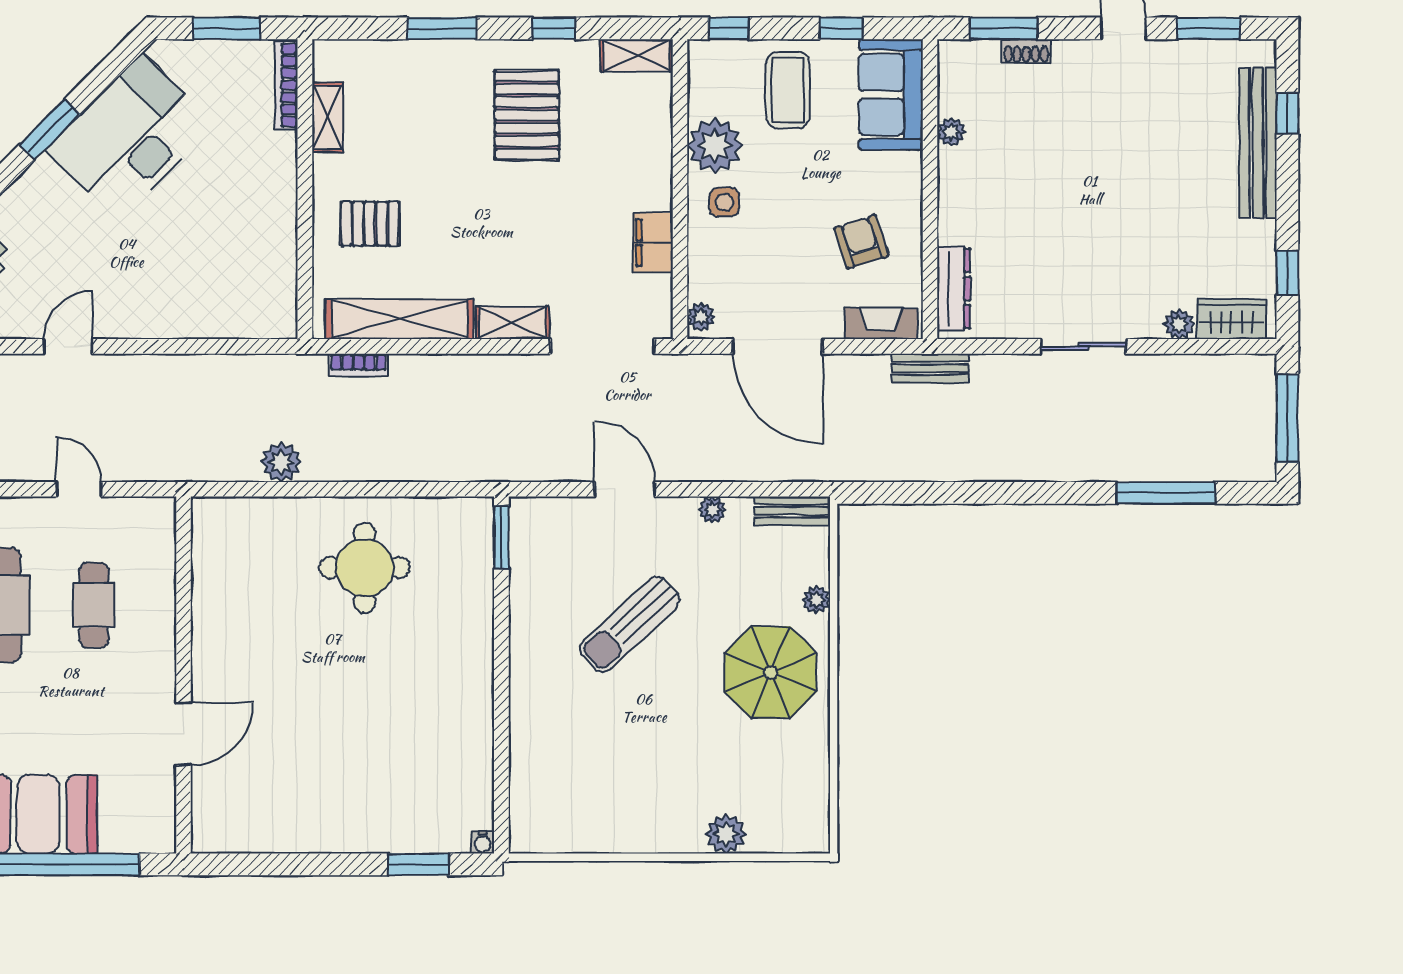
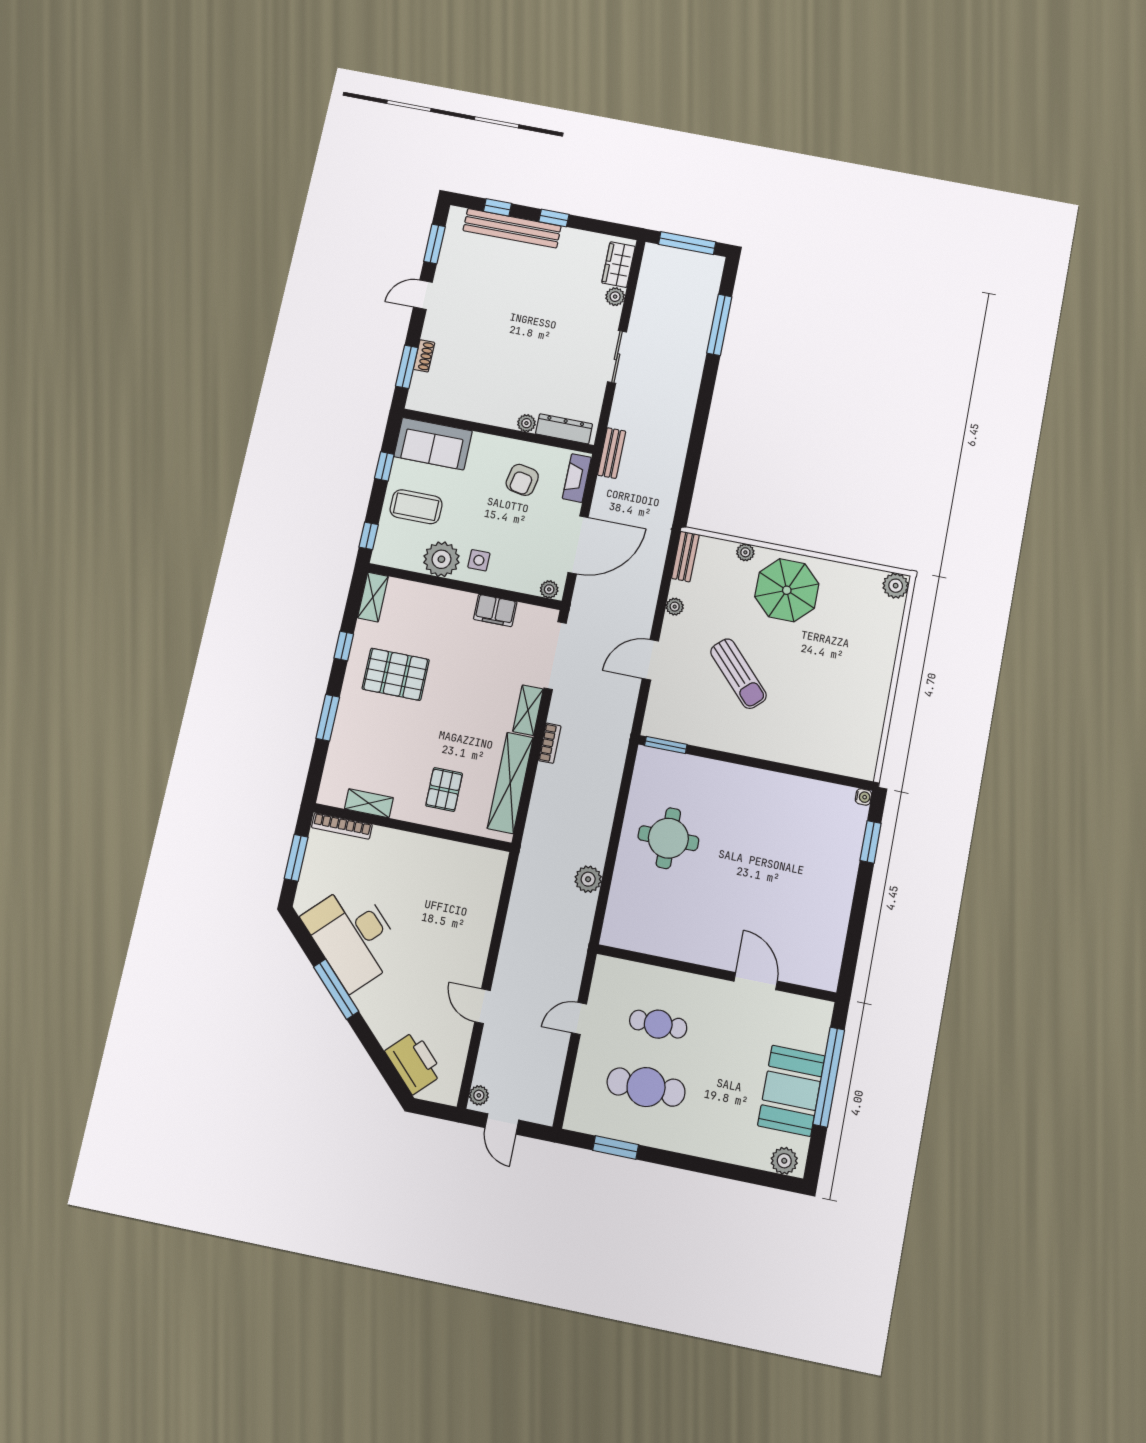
window: (50, 129) -> (336, 989), width x1.44
plant: (951, 132) -> (526, 423), moved
armchair: (861, 242) -> (522, 480), turned -61
window: (1287, 273) -> (554, 218), moved
bookcase: (359, 365) -> (550, 743), moved
plant: (726, 834) -> (896, 586), moved

